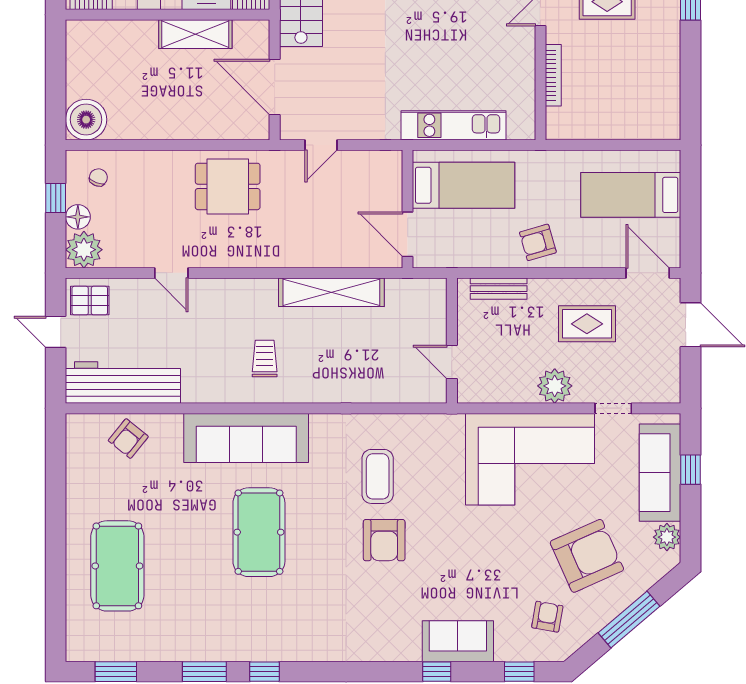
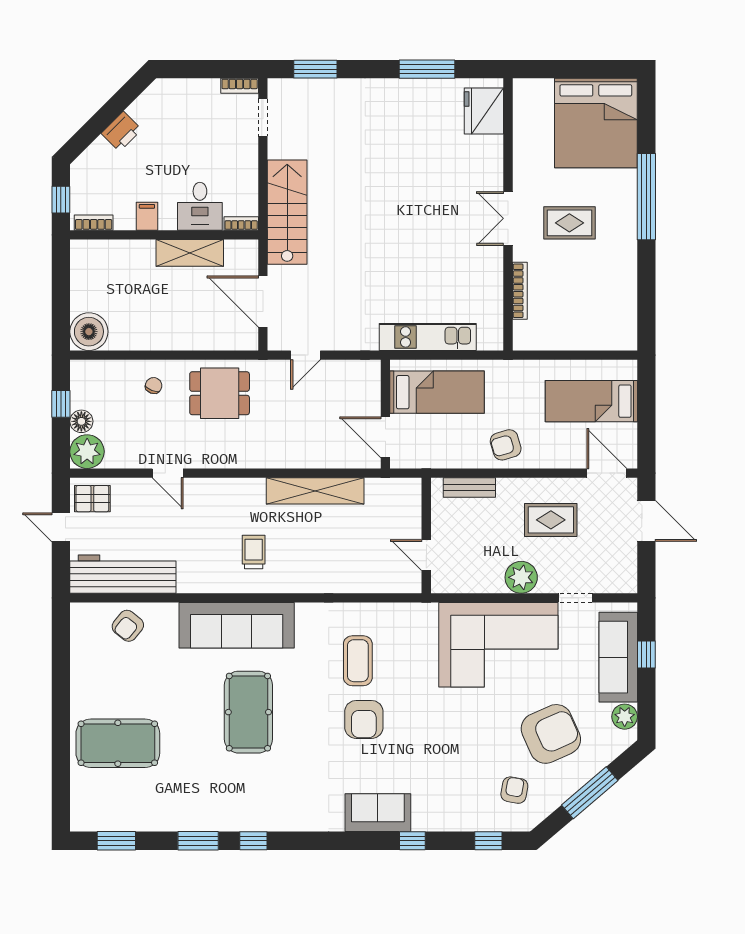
chair: (98, 177) -> (154, 386), moved
pool table: (117, 566) -> (118, 743), turned 90
sofa: (458, 641) -> (378, 813), moved

